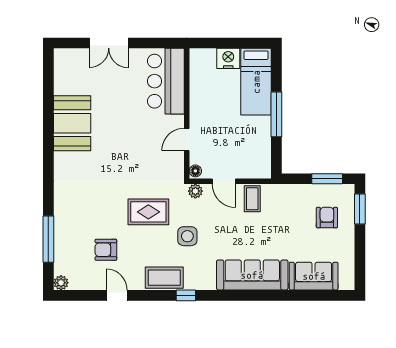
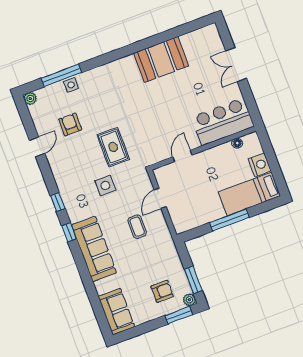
door: (187, 140) -> (182, 156), hinge flipped
floor lamp: (195, 171) -> (237, 143), moved
plant: (195, 191) -> (189, 300), moved
coffee table: (252, 199) -> (137, 227), moved, turned 90
side table: (63, 232) -> (71, 85), added
sofa: (314, 276) -> (116, 312), moved
coffee table: (164, 278) -> (65, 179), removed
window: (224, 295) -> (69, 232), added

